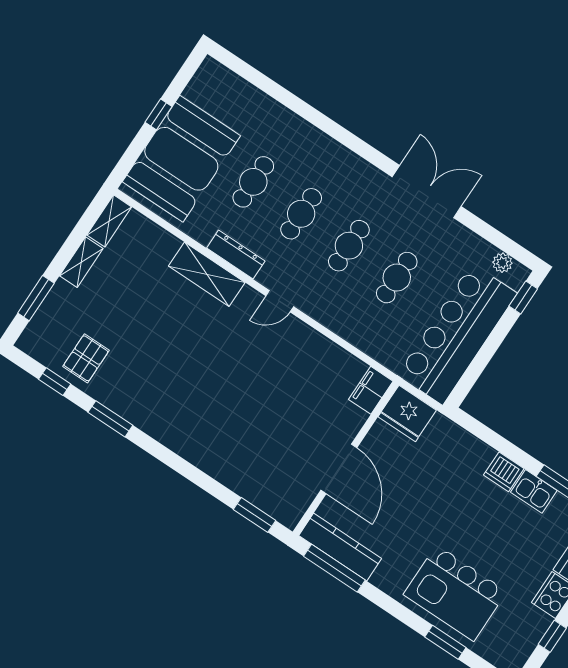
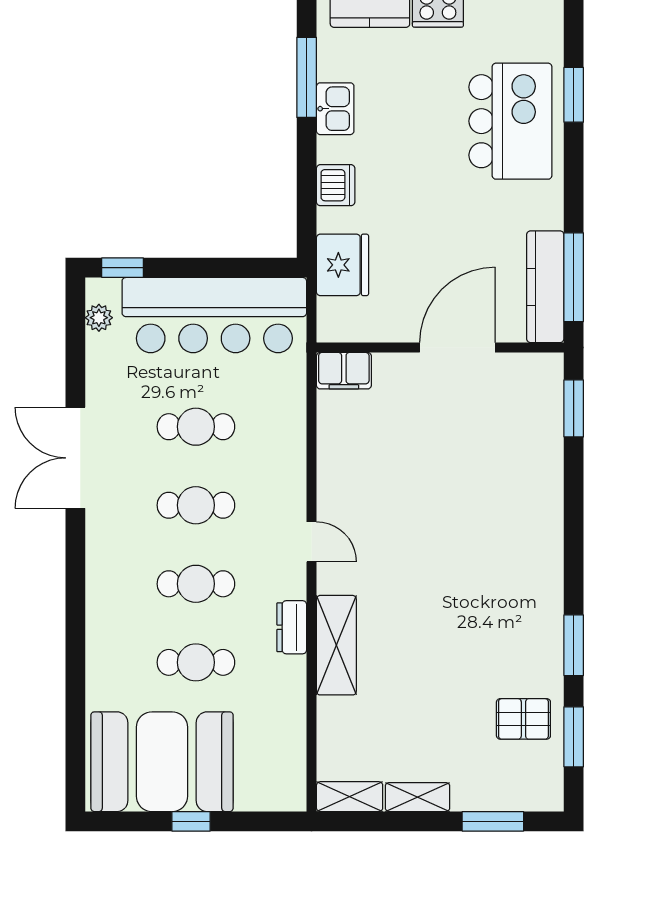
booth: (181, 159) -> (162, 762), moved
dresser: (236, 254) -> (292, 627), width x0.70
window: (55, 382) -> (574, 737), width x1.50
fridge: (407, 413) -> (342, 265), moved
dishwasher: (504, 472) -> (336, 185), moved

